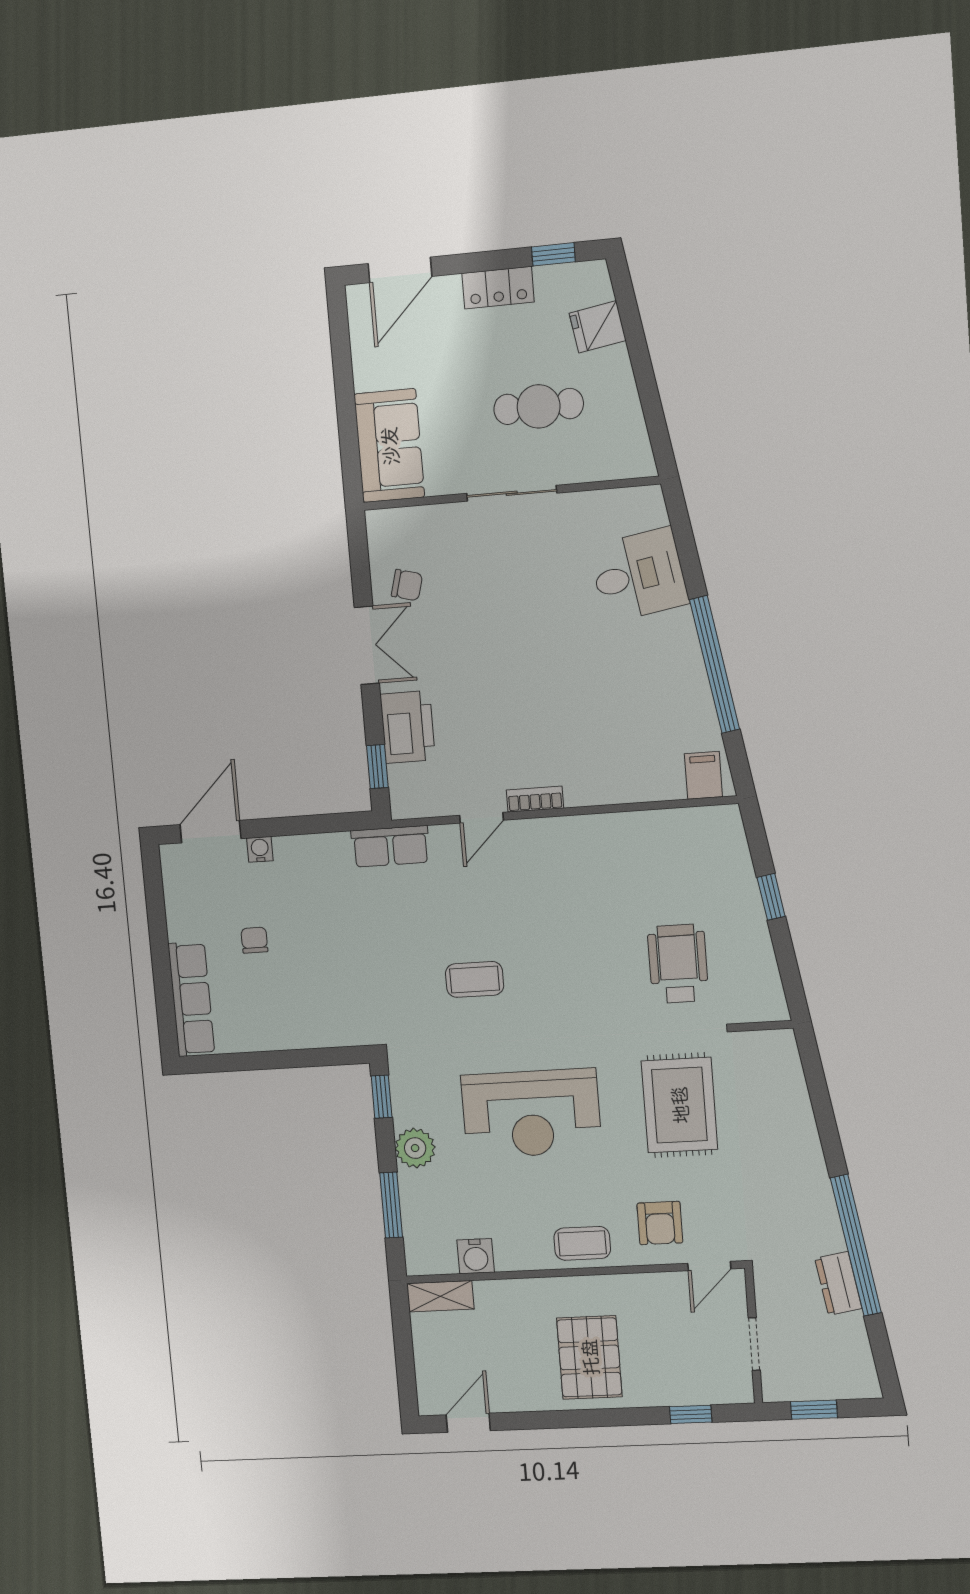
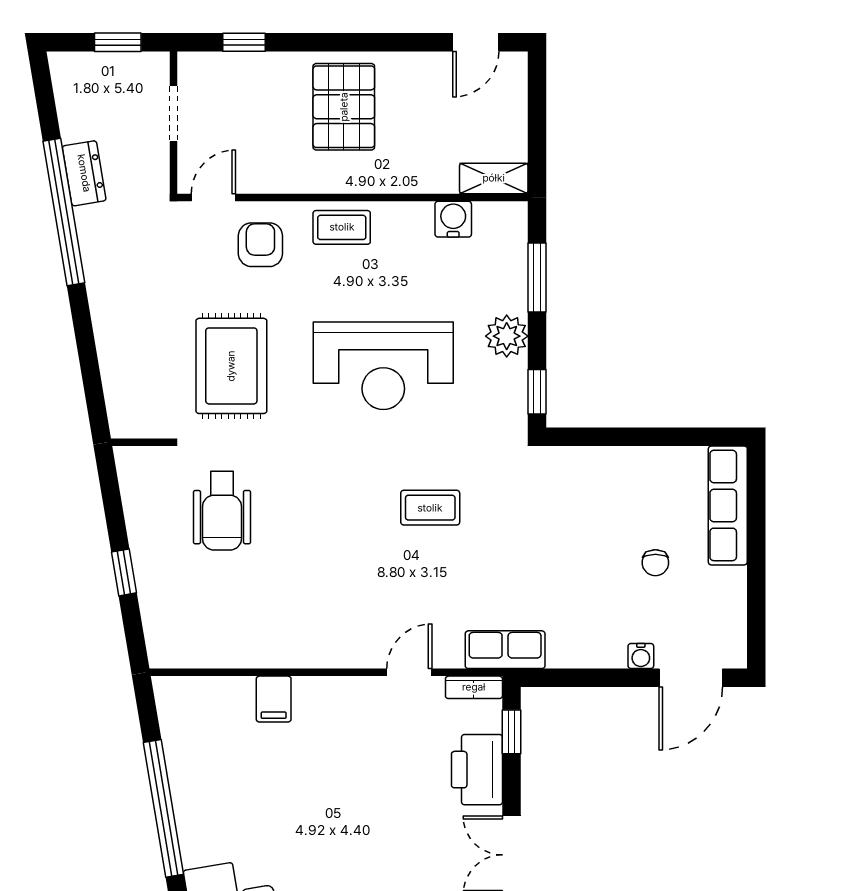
filing cabinet: (703, 775) -> (274, 699), moved
bookcase: (535, 799) -> (474, 687), moved
reception desk: (531, 1113) -> (383, 366), turned 180

